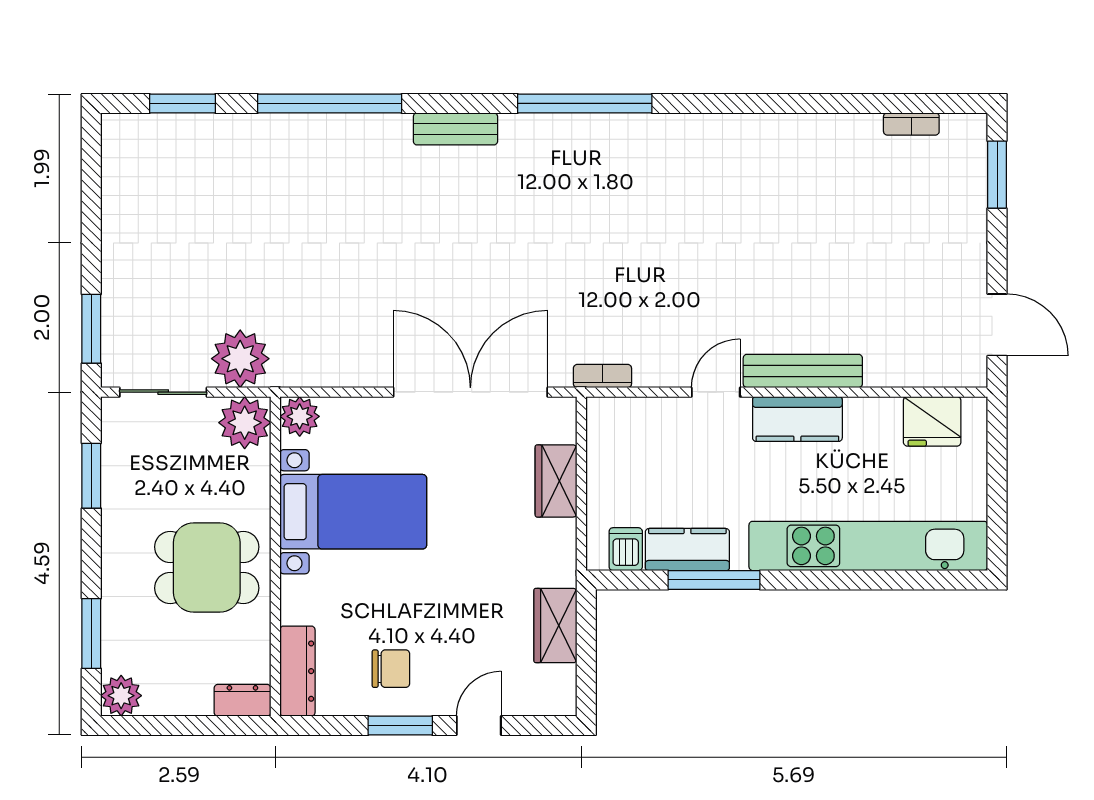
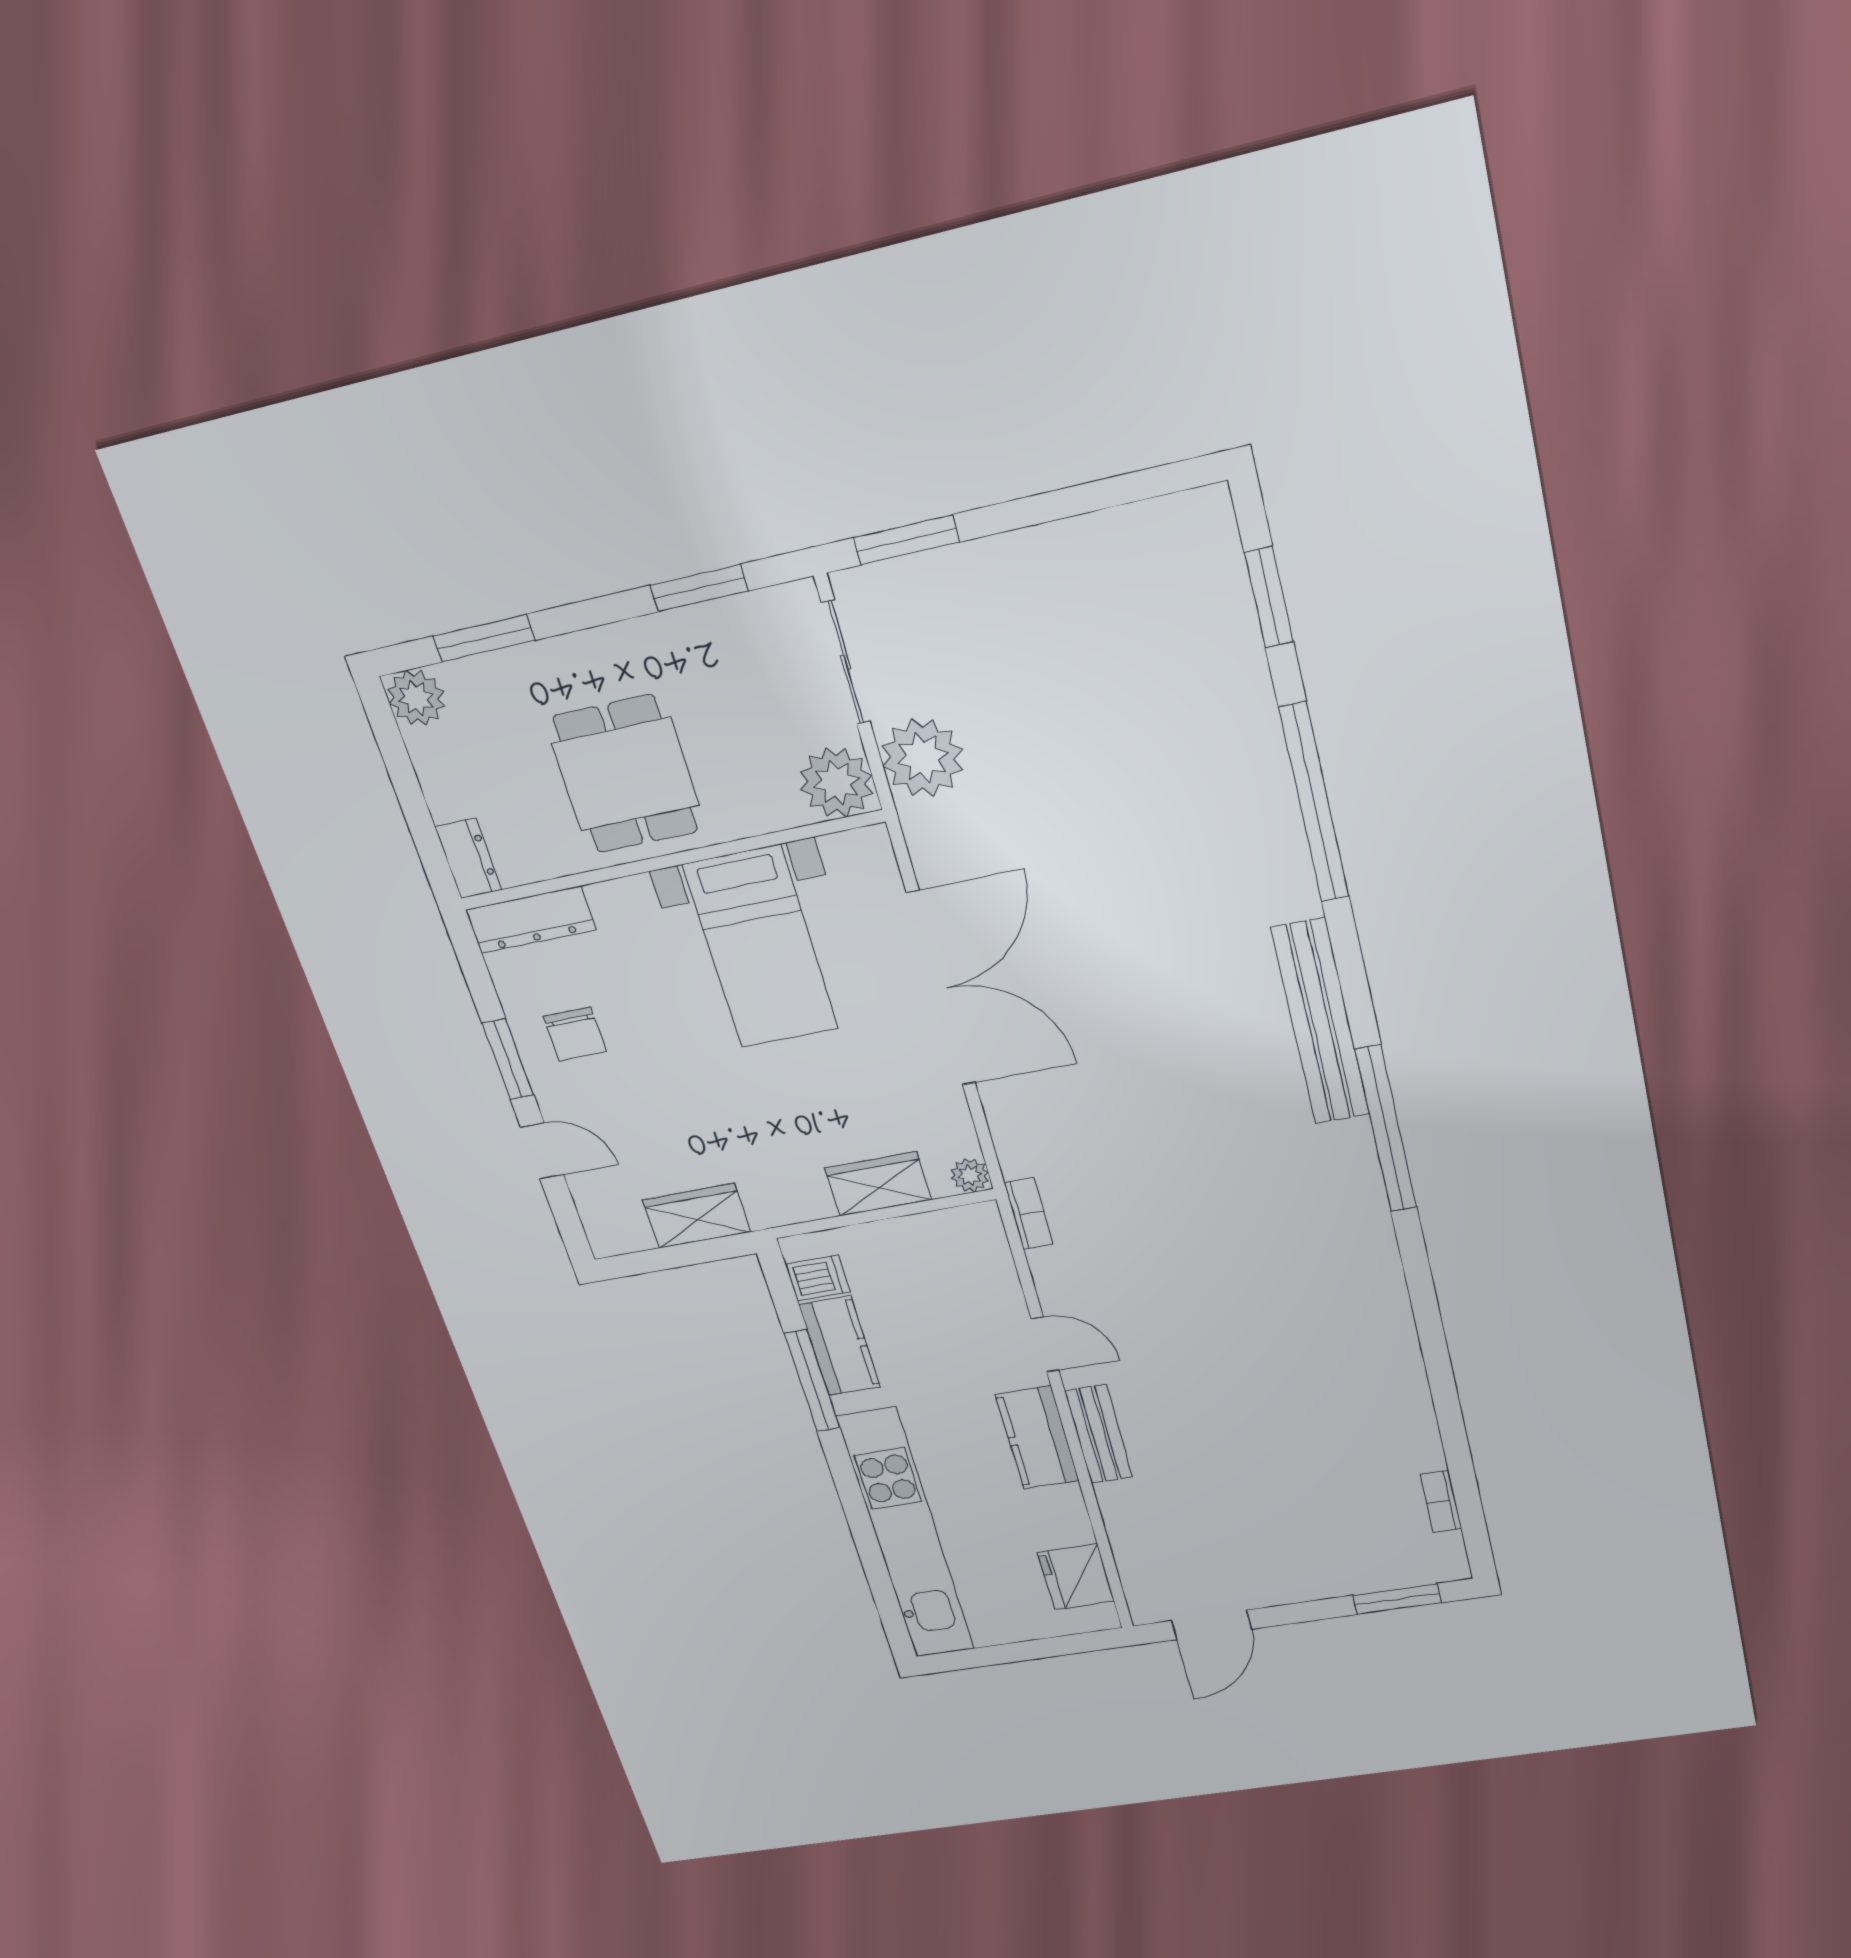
bench: (455, 129) -> (1321, 1022), width x1.86, depth x1.21
bench: (803, 371) -> (1099, 1434), width x0.73
double door: (470, 392) -> (941, 989), moved
plant: (300, 416) -> (970, 1175), moved, width x0.73, depth x0.73

